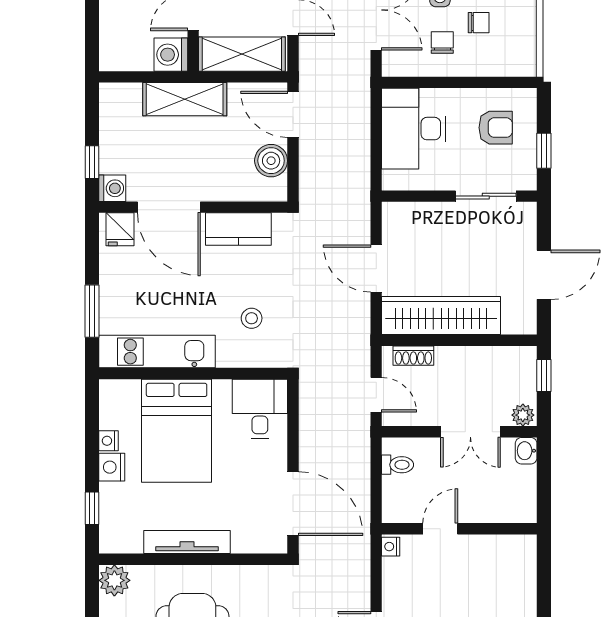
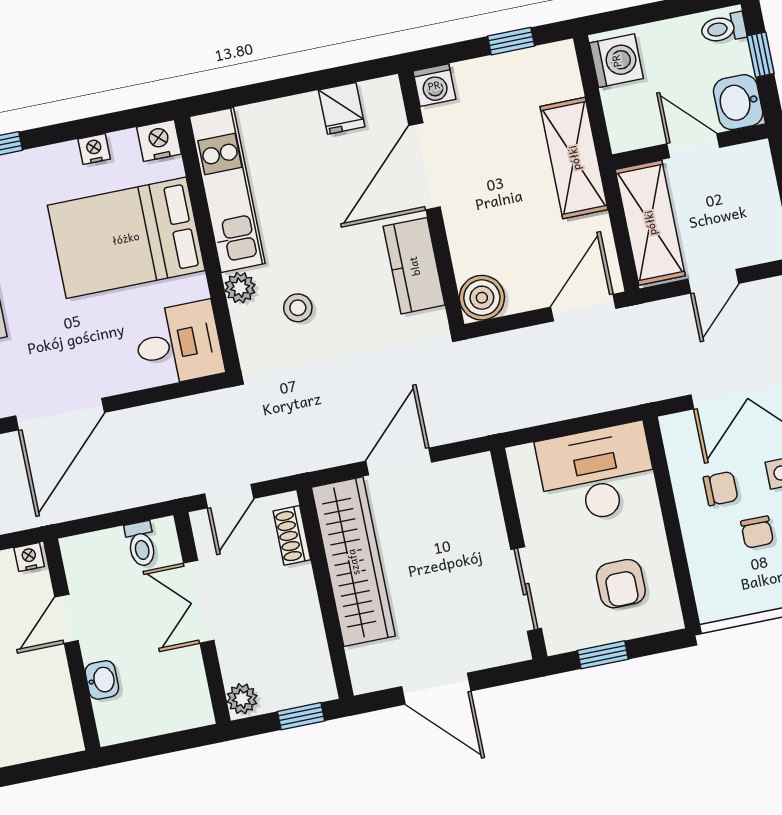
washing machine: (171, 55) -> (616, 61), moved, turned 90
boiler: (271, 161) -> (482, 298), moved
window: (92, 162) -> (511, 41), moved
fridge: (120, 229) -> (342, 108), moved, turned -90
window: (92, 311) -> (264, 91), removed
plant: (229, 357) -> (240, 288), added
double door: (470, 432) -> (199, 602), moved
washbasin: (526, 451) -> (102, 680), moved, turned 90
nightstand: (112, 467) -> (159, 140), moved
door: (440, 529) -> (67, 619), swing flipped

